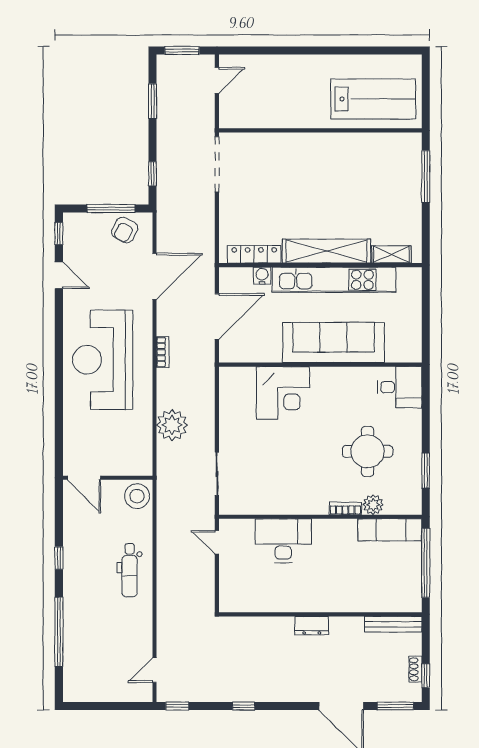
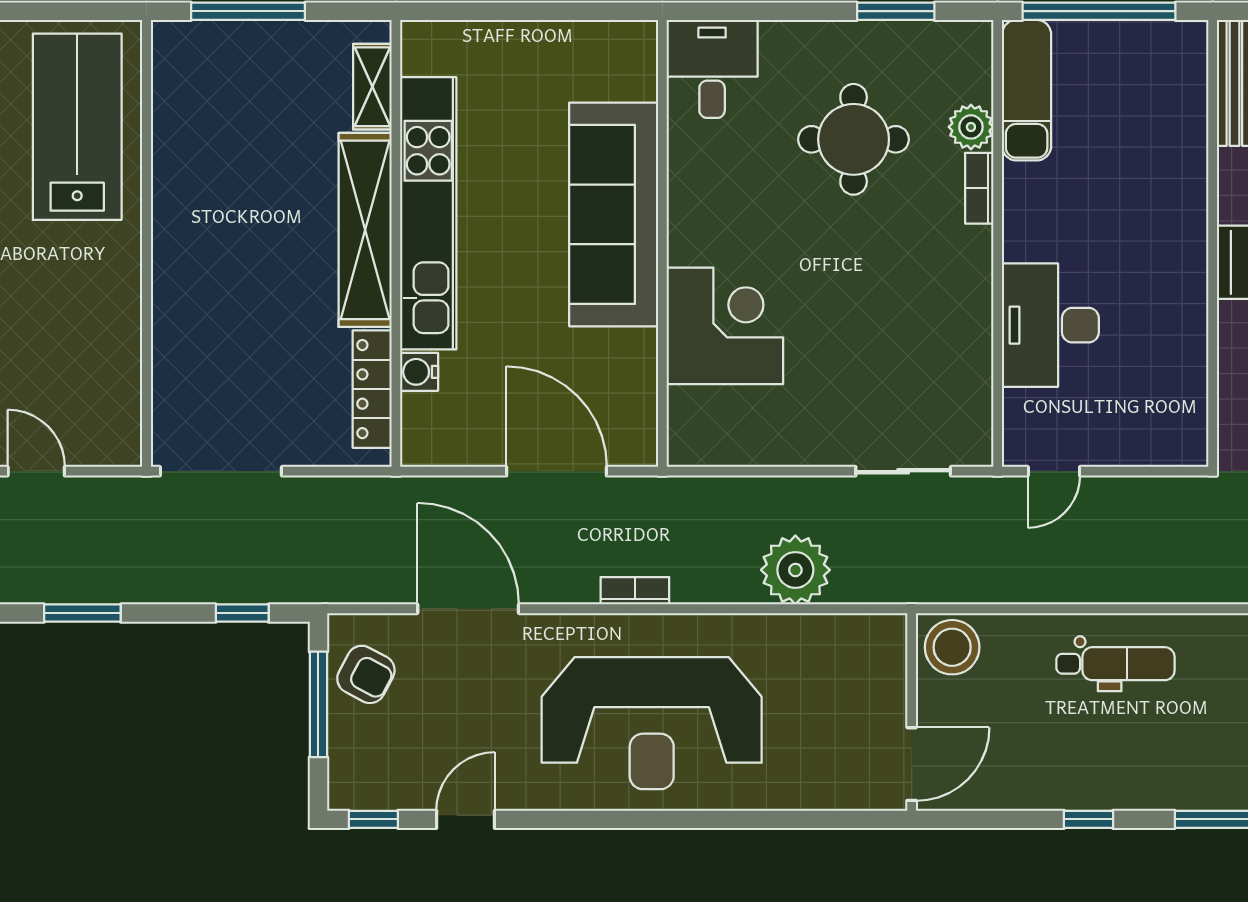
shelving: (326, 251) -> (365, 230), moved
locker: (254, 254) -> (372, 389), moved
shelving: (391, 254) -> (372, 87), moved
wall: (320, 265) -> (396, 243), moved
water cooler: (262, 276) -> (419, 372), moved
kitchen unit: (334, 280) -> (428, 213), moved

